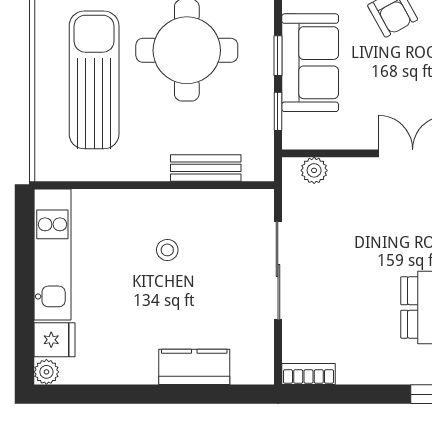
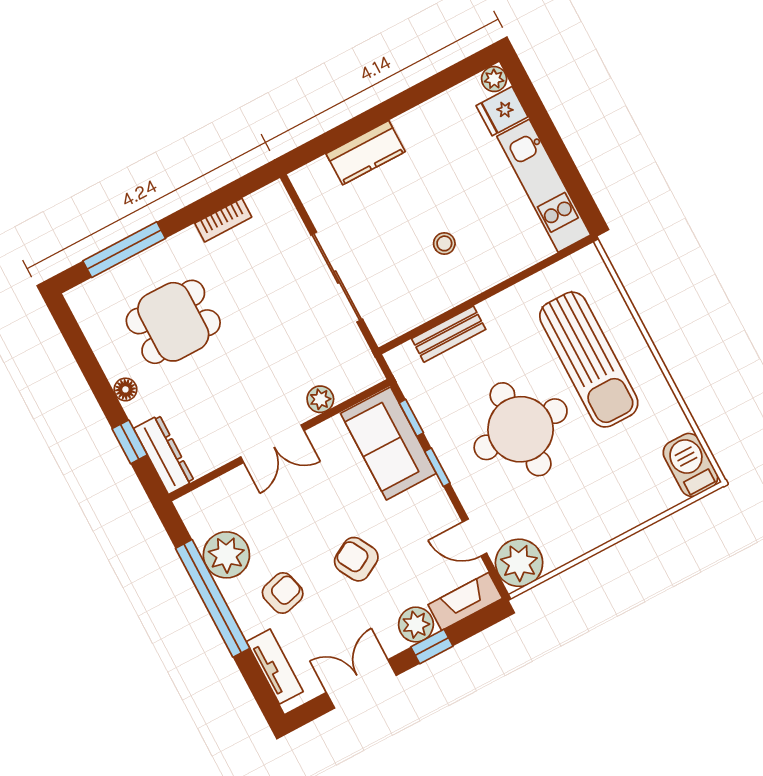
sofa: (310, 63) -> (388, 443), moved
plant: (314, 170) -> (320, 399), moved
bookcase: (308, 374) -> (223, 220), moved

